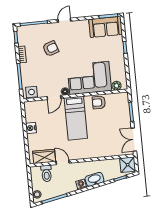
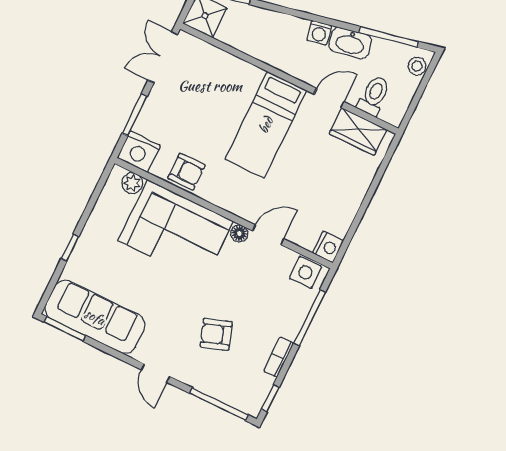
door: (64, 20) -> (156, 373), hinge flipped
sofa: (106, 27) -> (95, 317), width x1.36
nightstand: (121, 99) -> (139, 152), added
bed: (76, 118) -> (266, 125), moved, turned 180
nightstand: (31, 128) -> (328, 247), moved
double door: (134, 140) -> (163, 57), swing flipped
door: (63, 162) -> (329, 98), swing flipped
washbasin: (94, 179) -> (350, 43), moved

